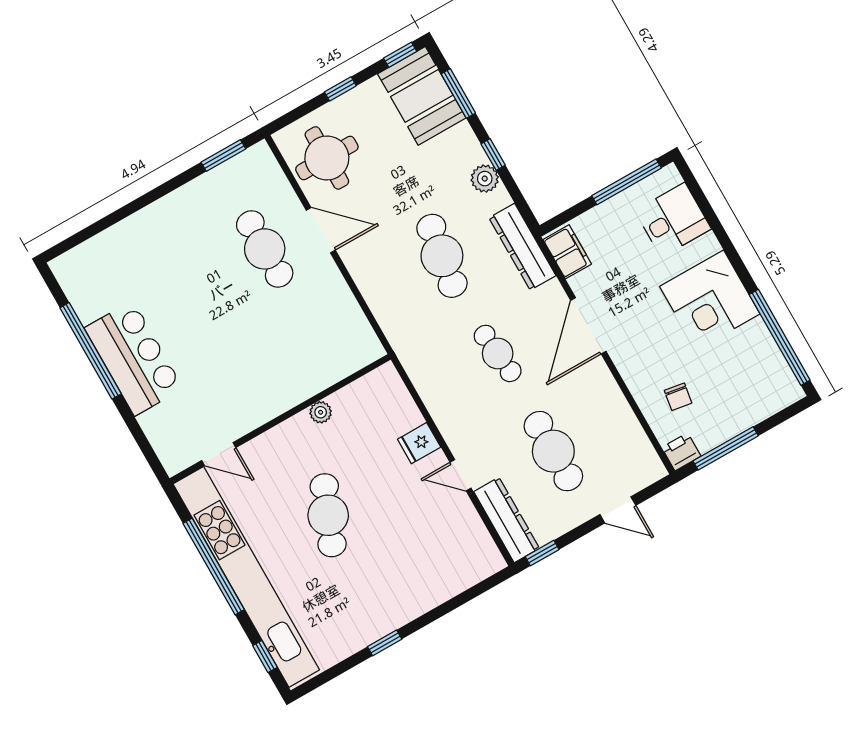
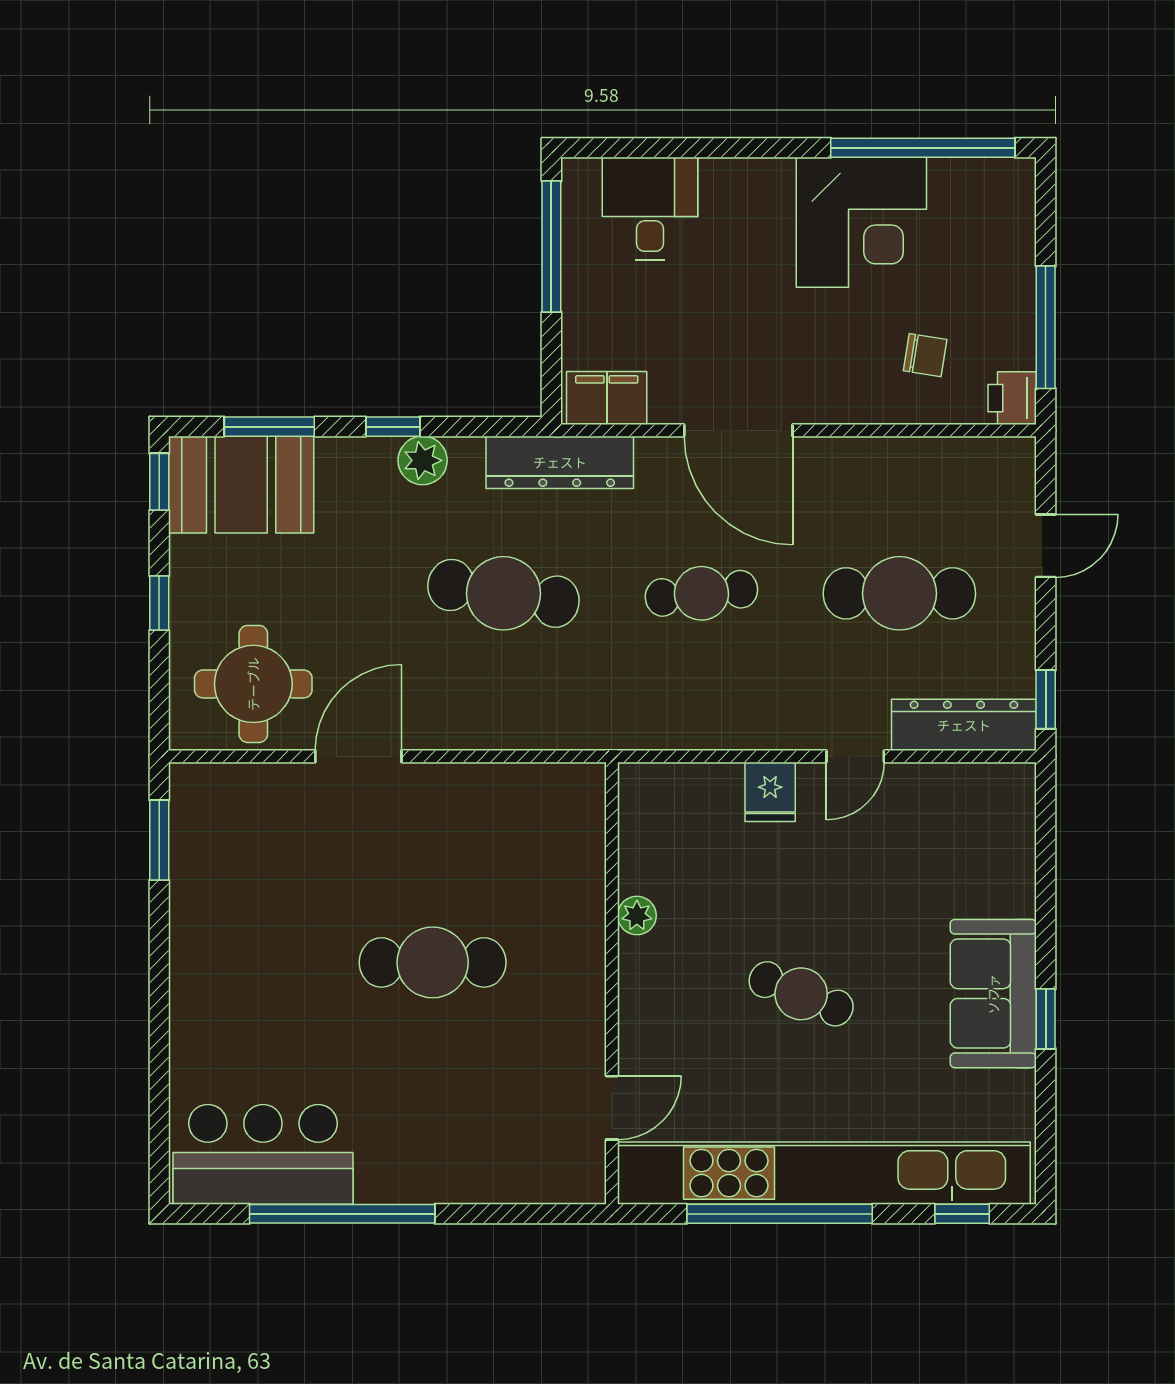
cafe table: (265, 249) -> (433, 962), moved
corner desk: (710, 300) -> (861, 222), moved
bar counter: (134, 358) -> (263, 1154), moved
cafe table: (328, 515) -> (801, 994), width x0.73, depth x0.74
sofa: (382, 610) -> (993, 994), added

